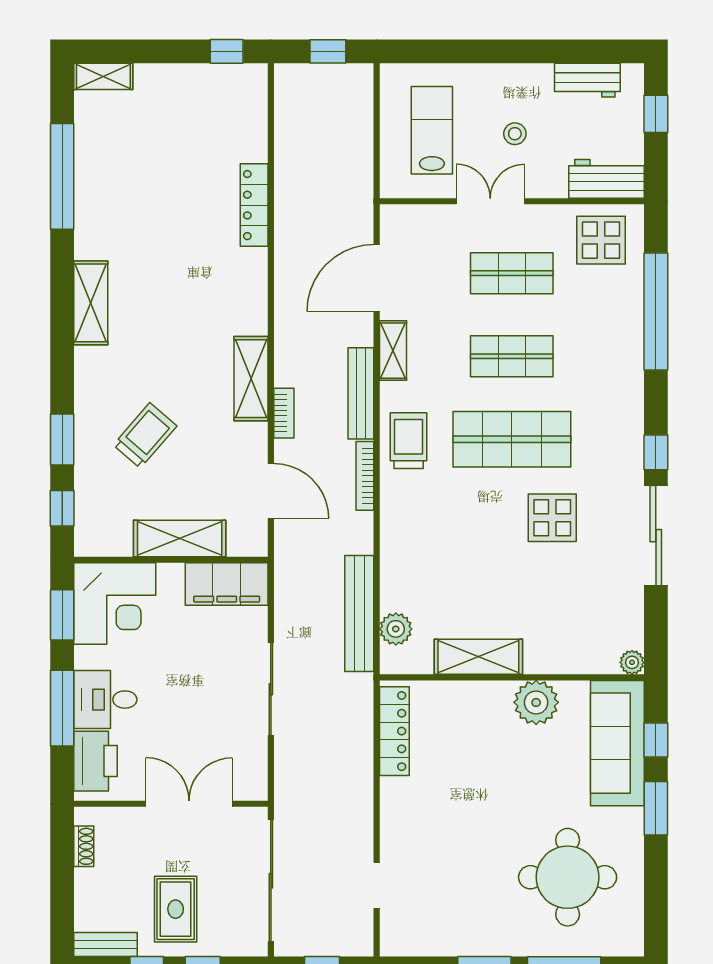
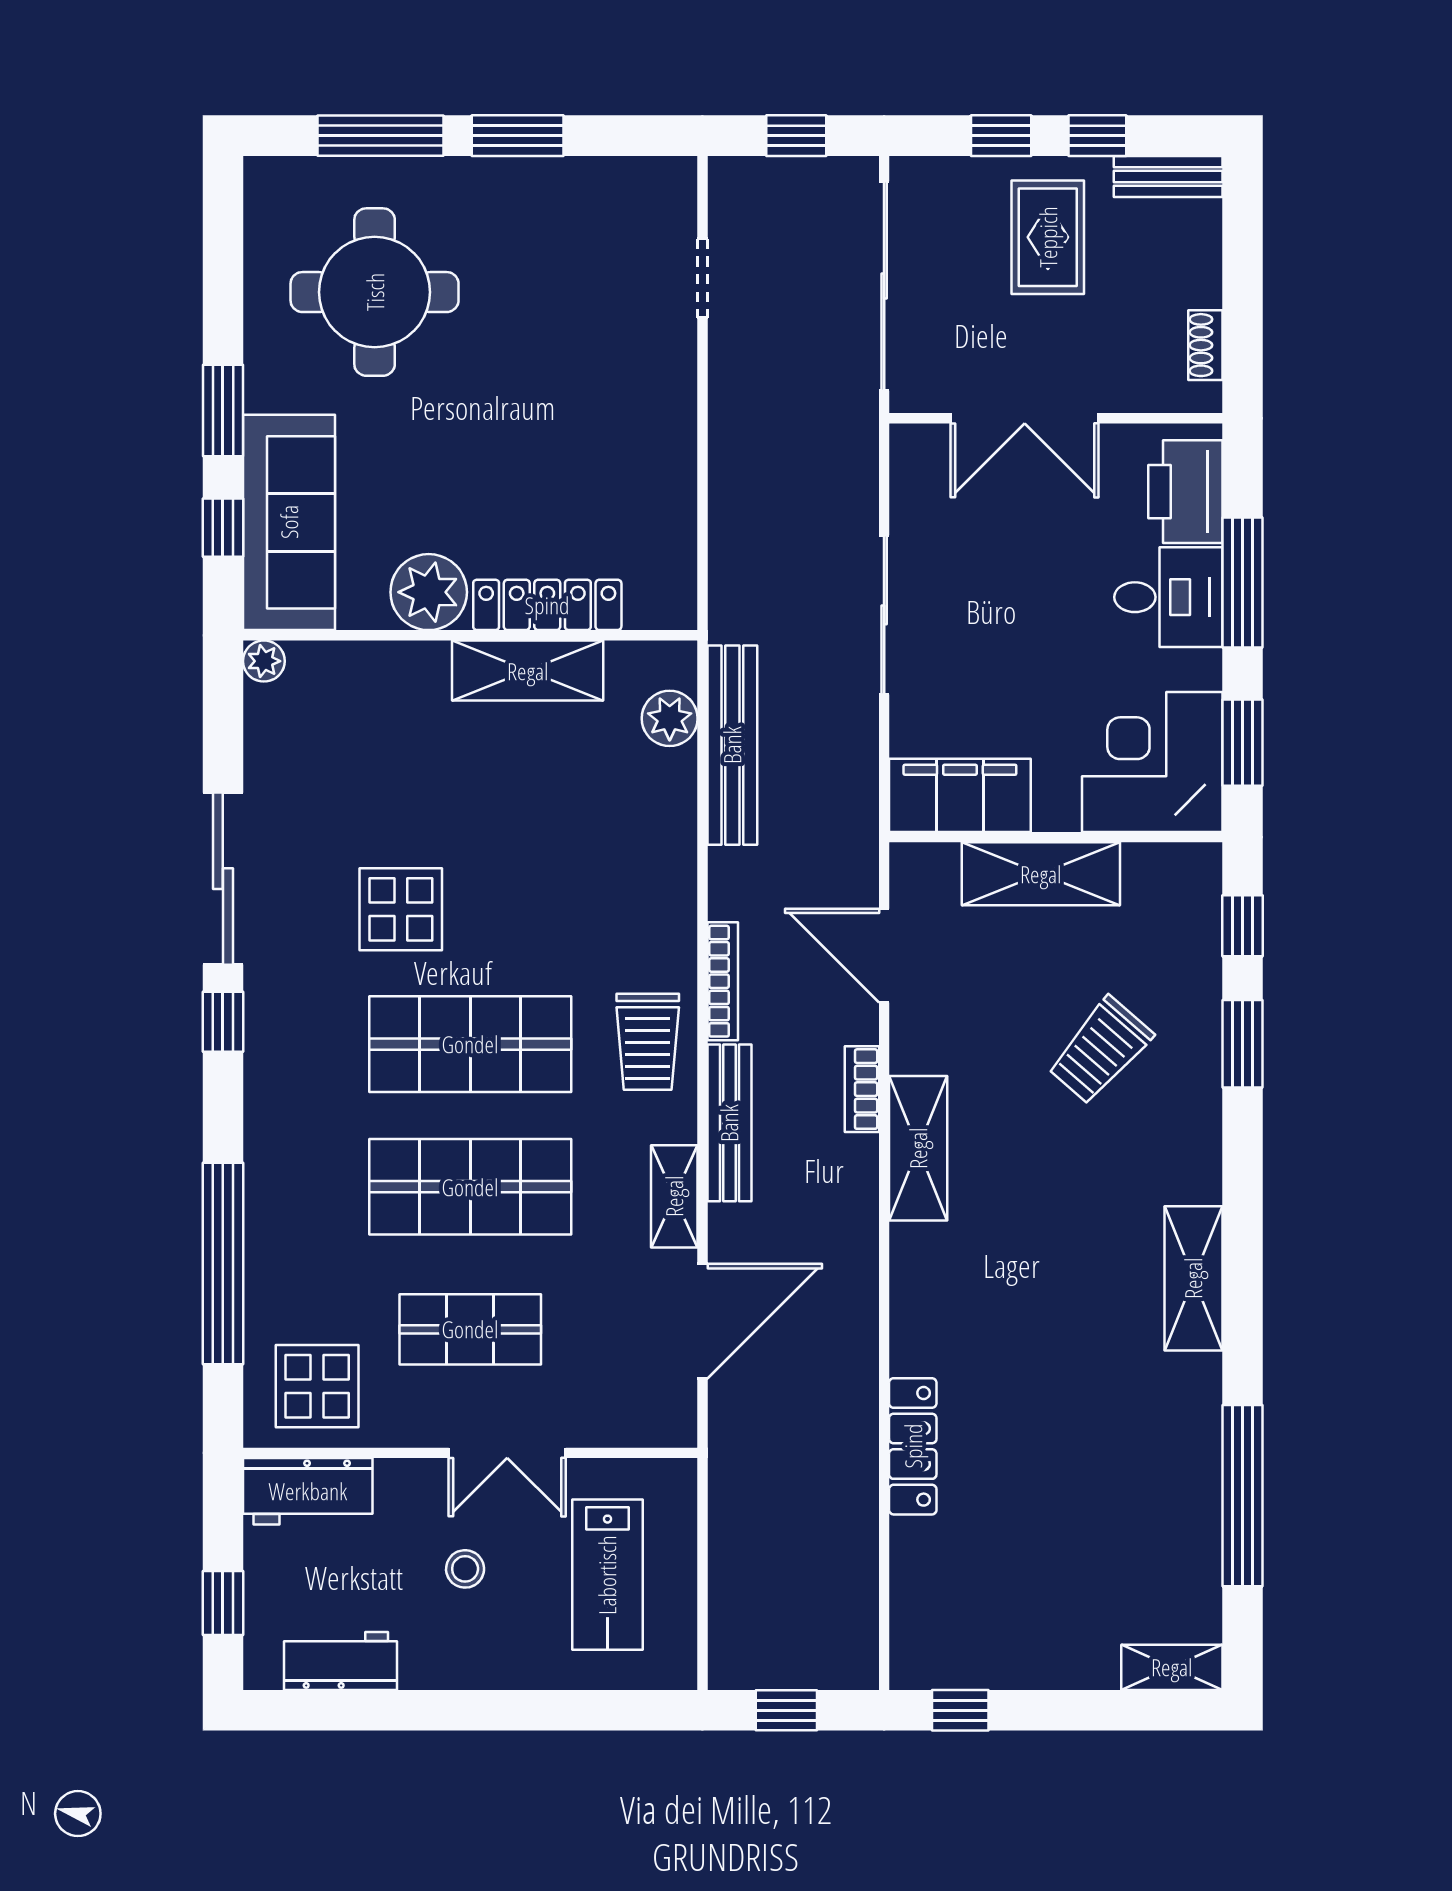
shop shelf: (512, 356) -> (470, 1187), width x1.43, depth x1.36
locker: (394, 731) -> (547, 605), moved, turned 90

